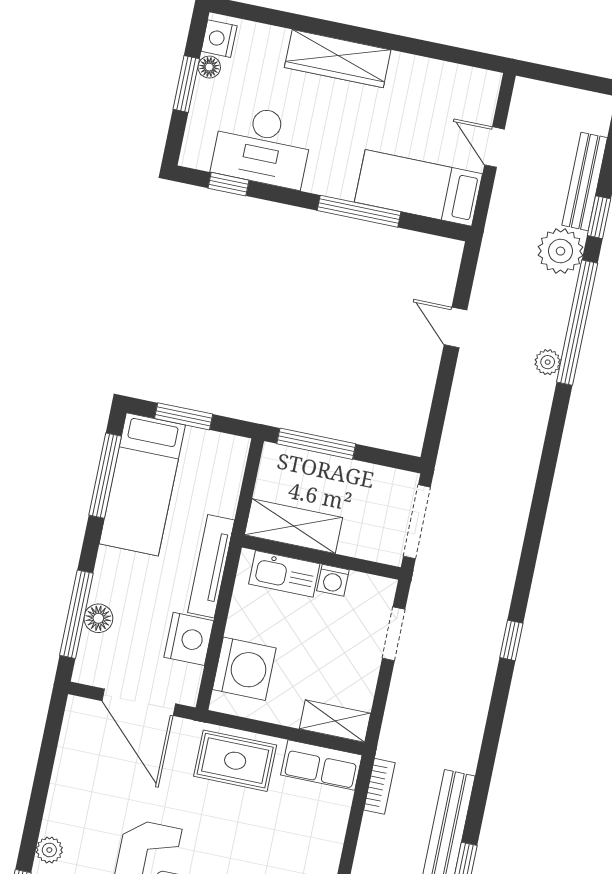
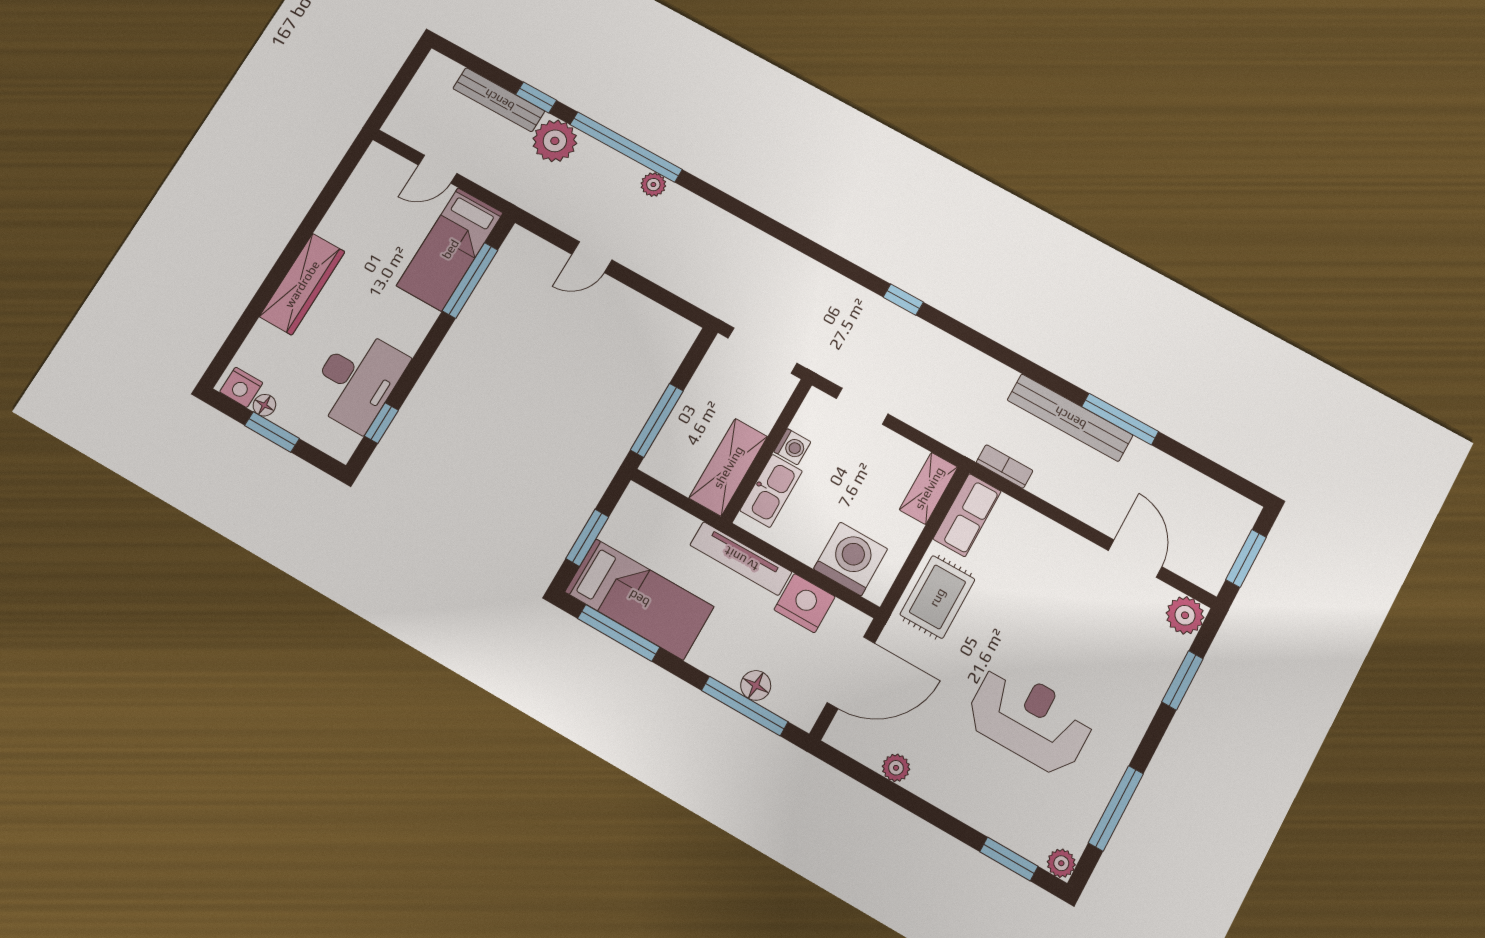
window: (359, 211) -> (470, 280), moved
plant: (49, 850) -> (896, 768), moved

